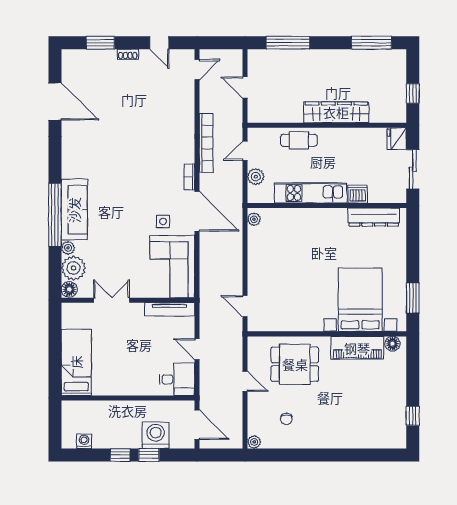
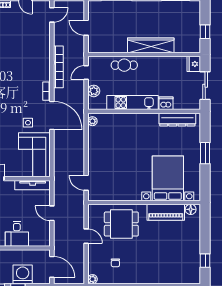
window: (413, 298) -> (205, 153), moved
desk: (177, 379) -> (17, 234), moved, turned 90

